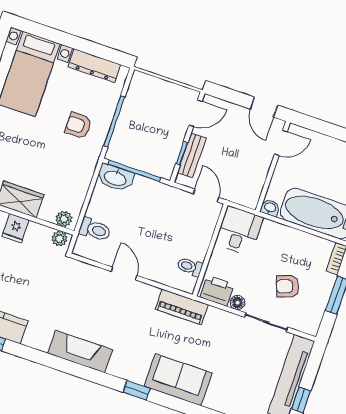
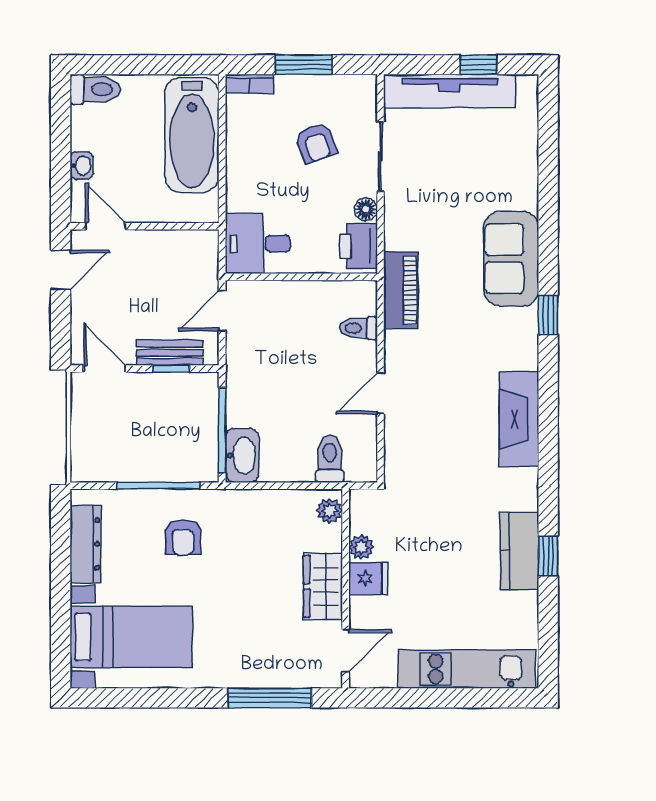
washbasin: (270, 208) -> (81, 166), moved, turned 180
plant: (59, 239) -> (361, 547), moved
toilet: (190, 267) -> (358, 328), moved, turned 90

